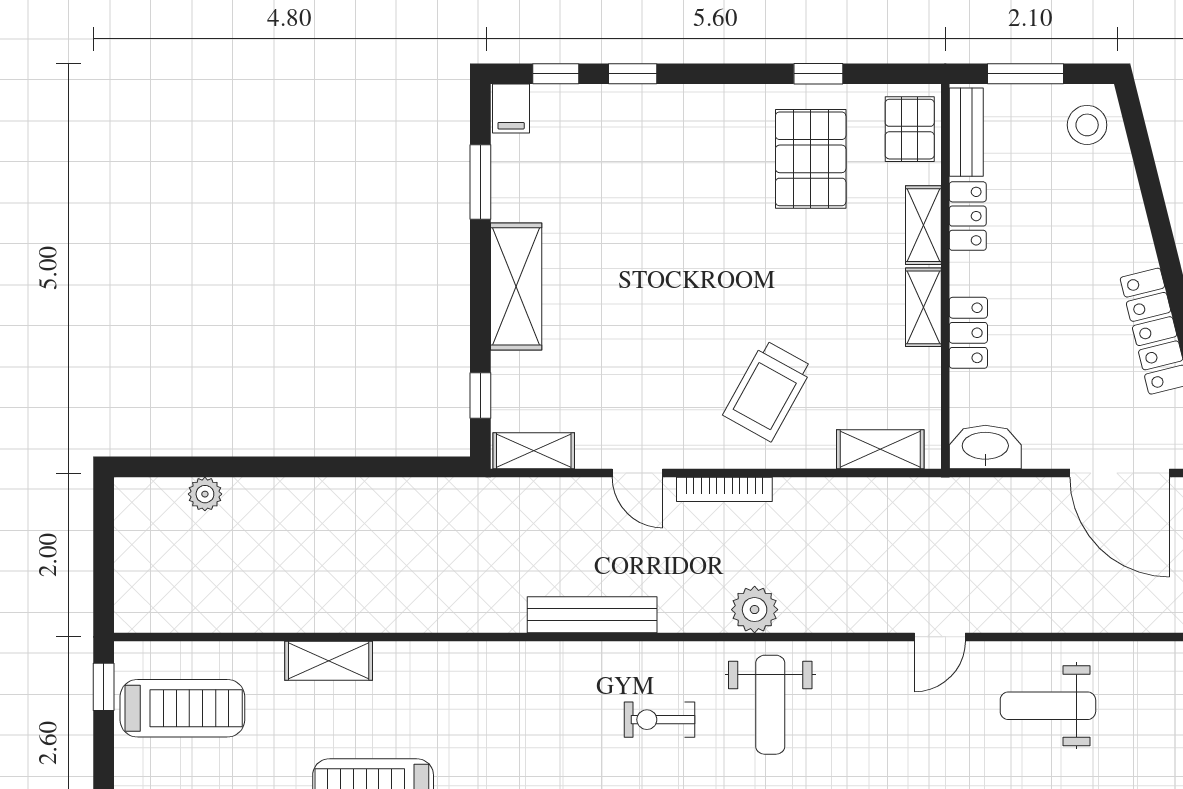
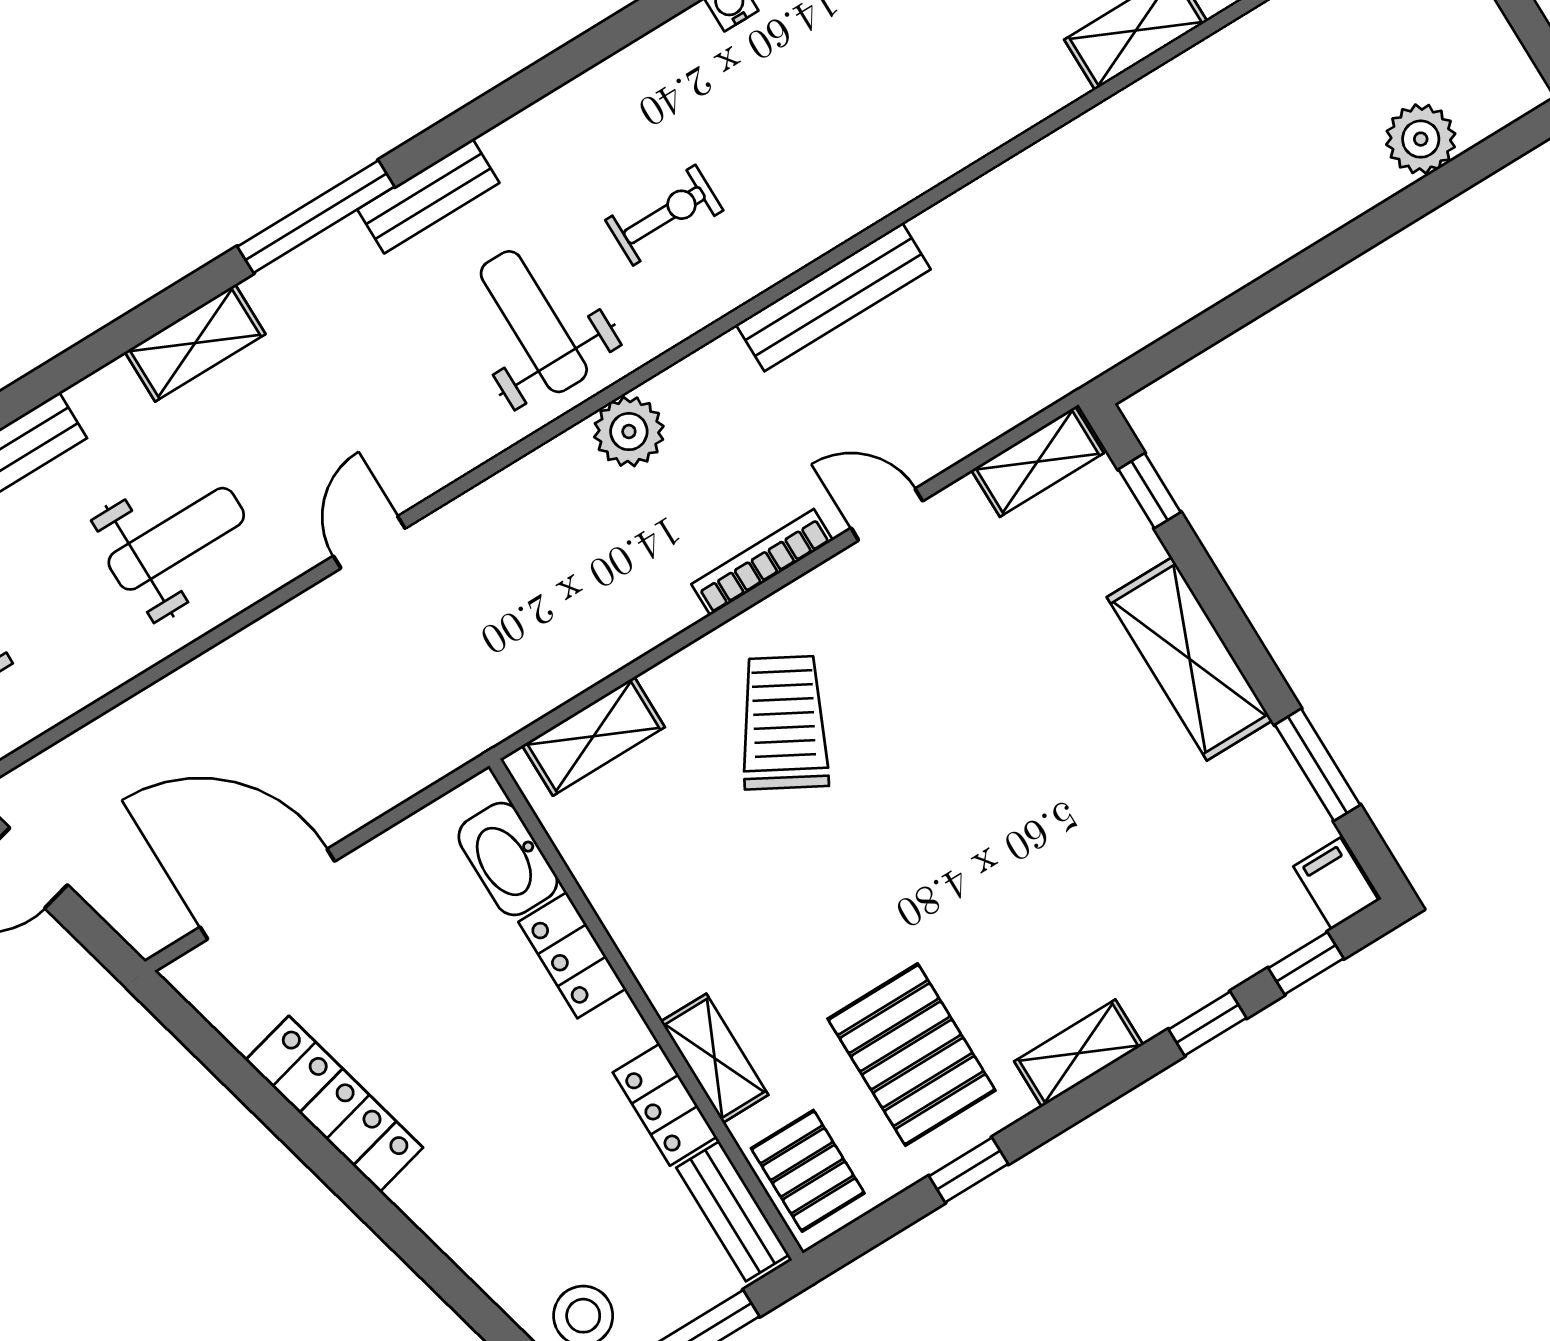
shelving: (923, 307) -> (1079, 1053), moved, turned 90
washbasin: (985, 447) -> (508, 859), moved, turned 90
plant: (205, 494) -> (1421, 139), width x1.38, depth x1.38

